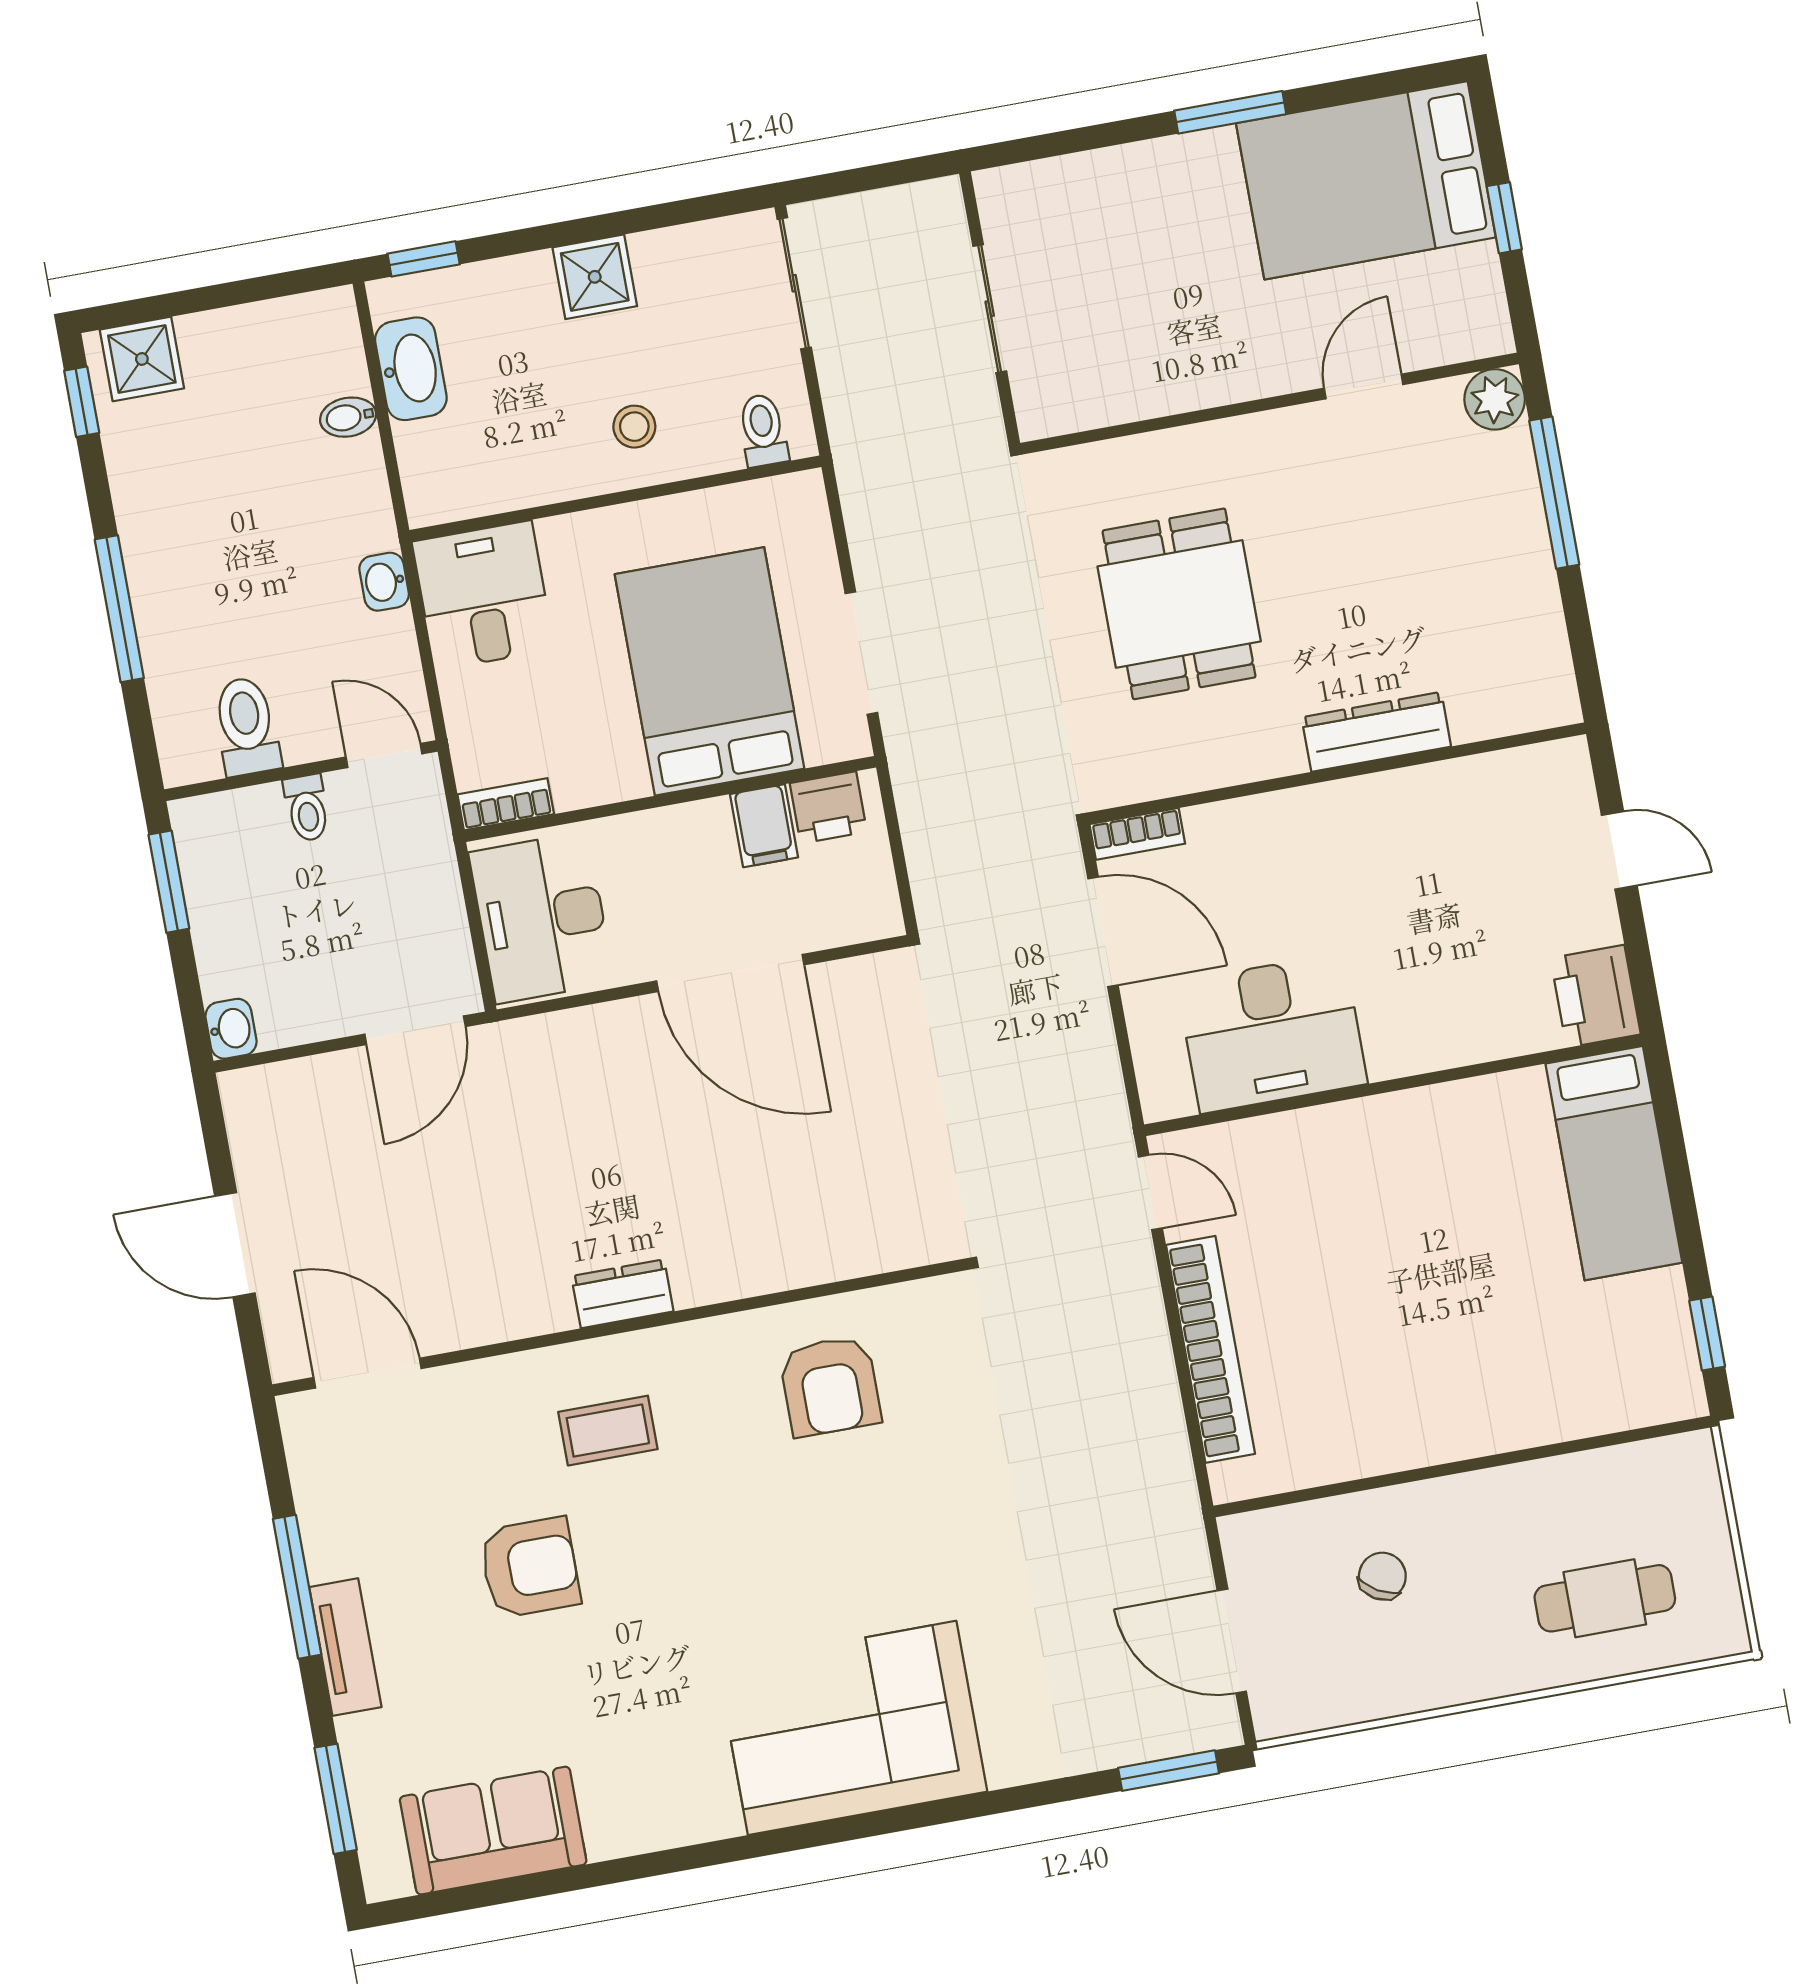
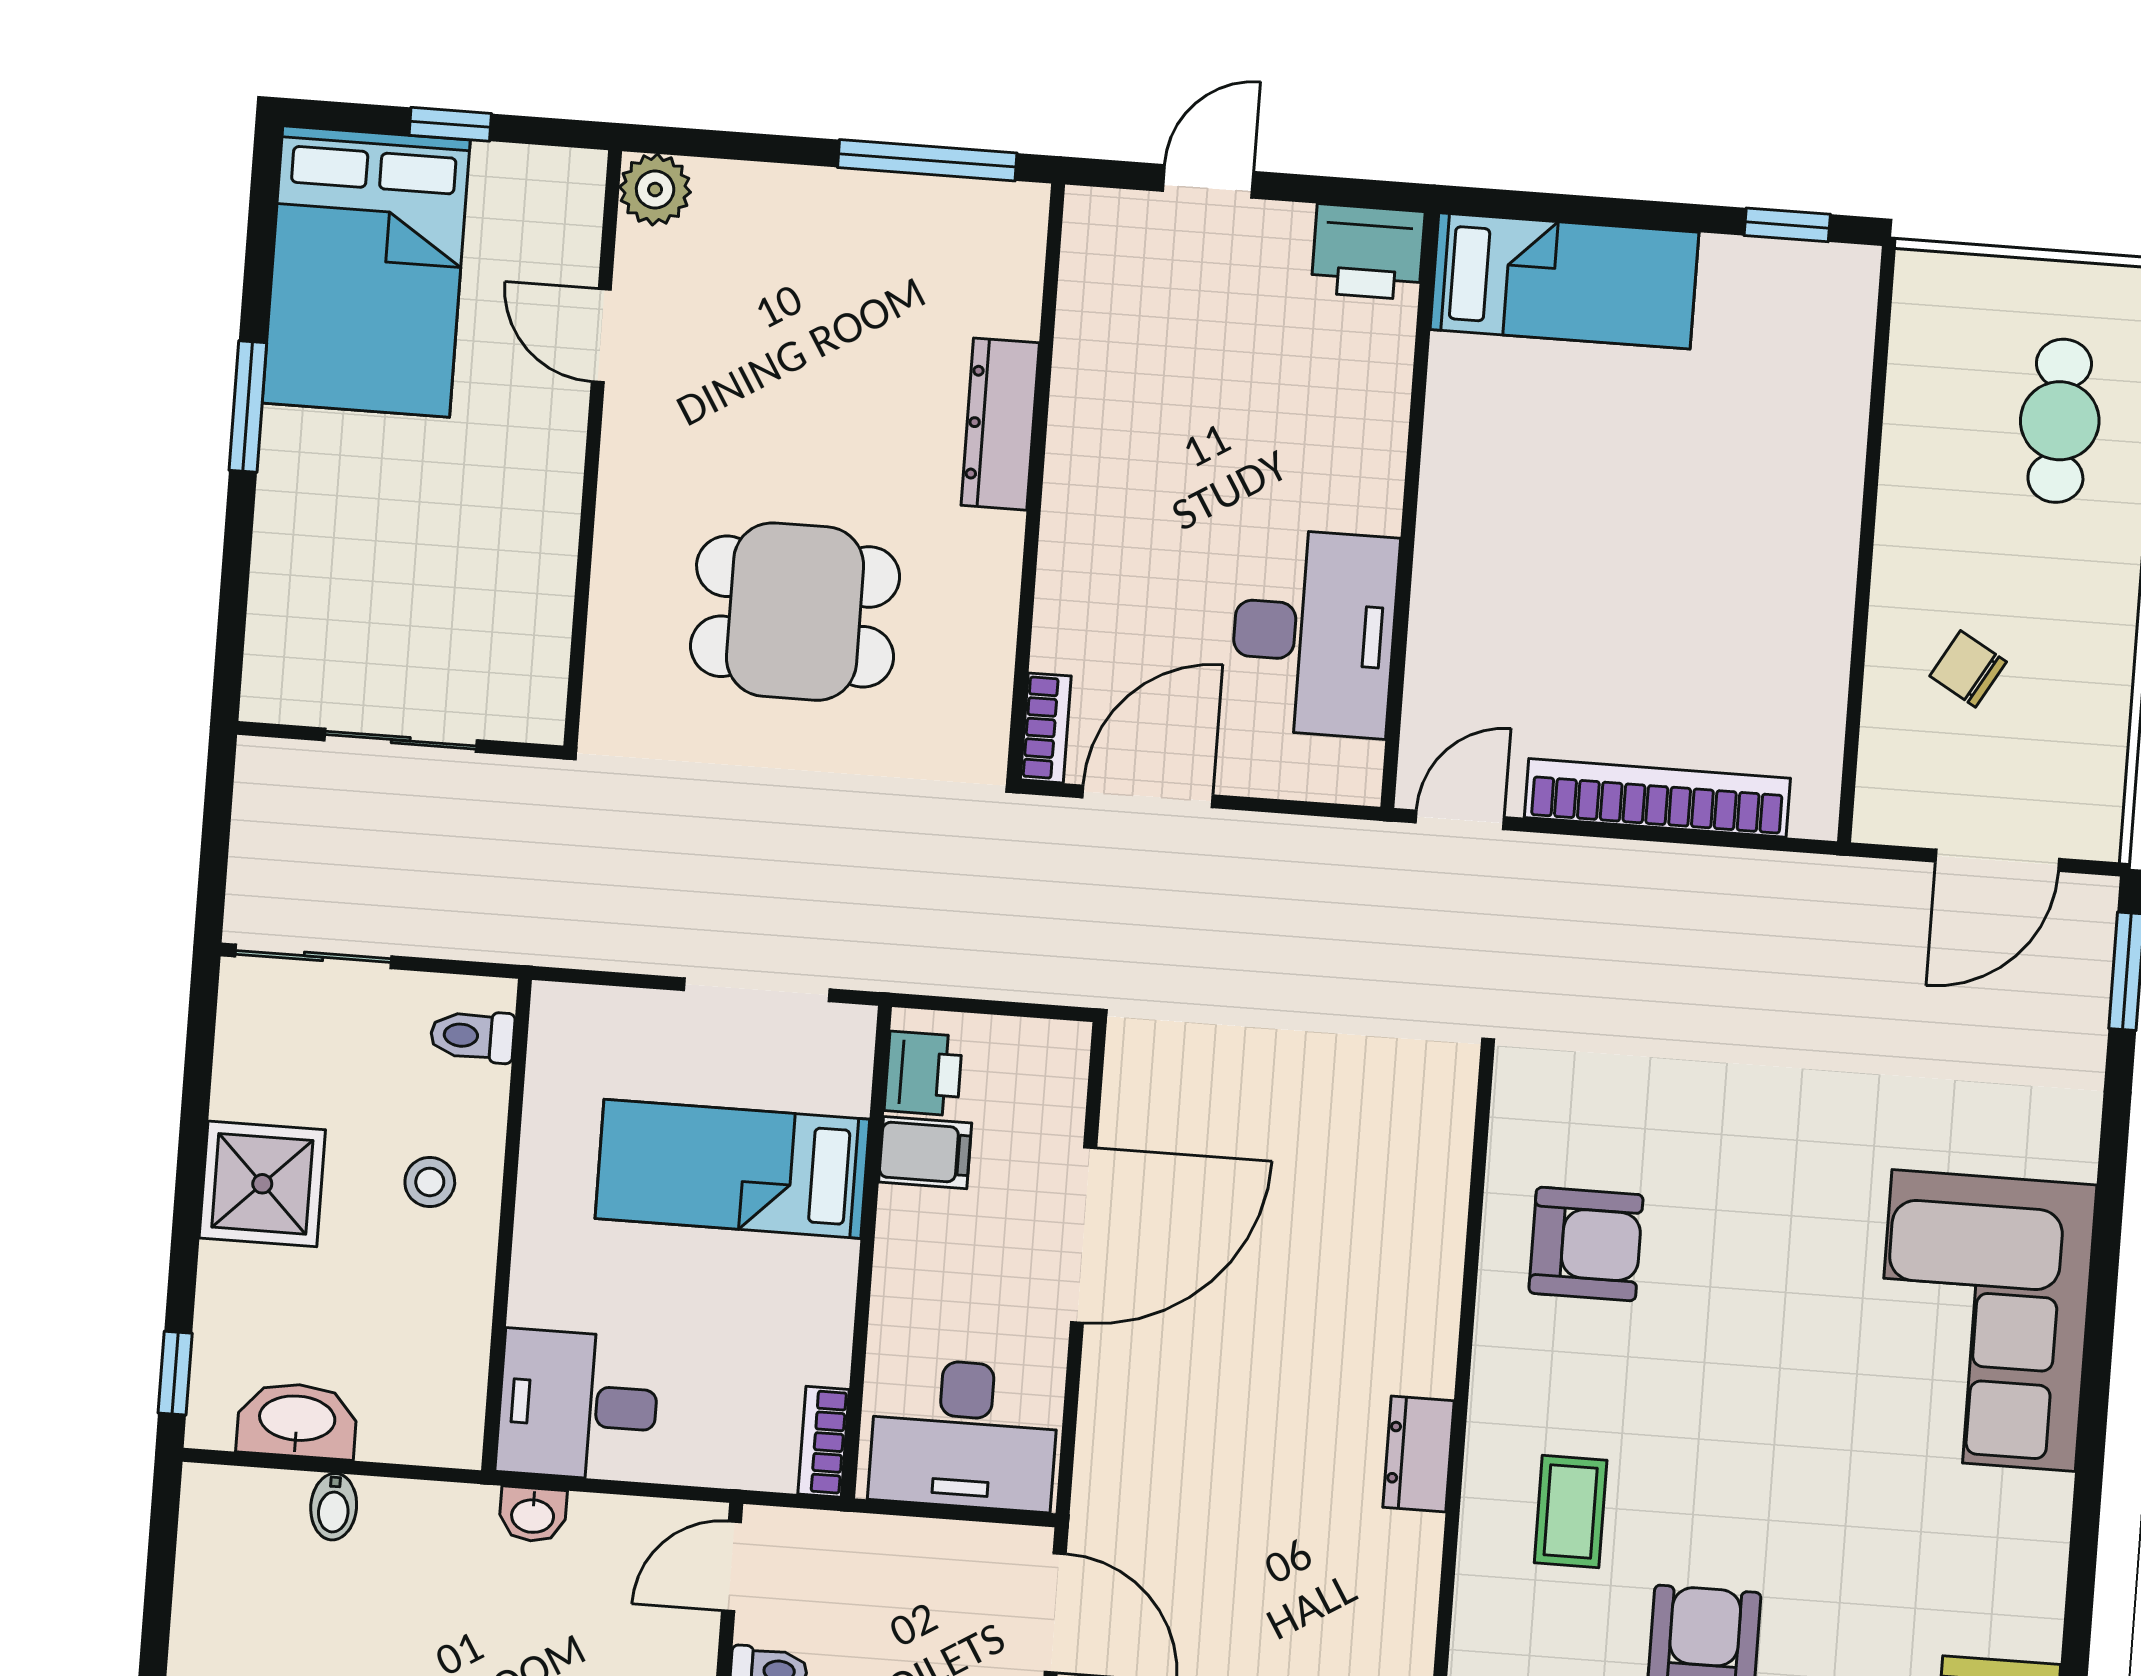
shower: (595, 277) -> (262, 1184), width x1.36, depth x1.36
window: (1554, 493) -> (927, 160), moved
bed: (710, 671) -> (732, 1169), width x0.67

